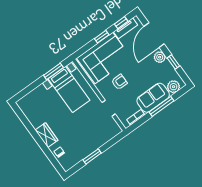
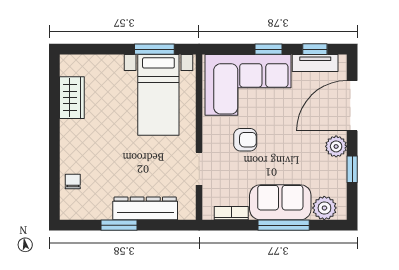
wardrobe: (46, 135) -> (72, 98), moved
dresser: (98, 141) -> (145, 208), added

